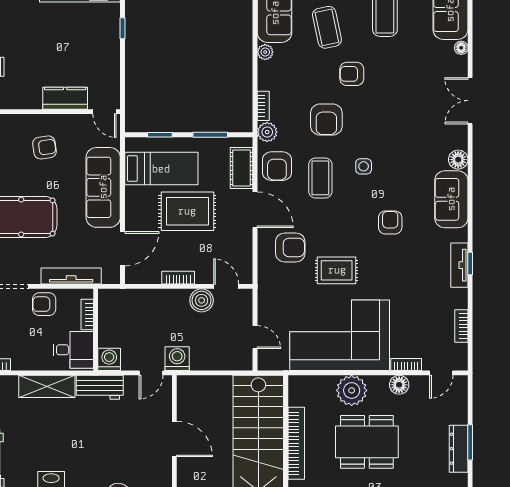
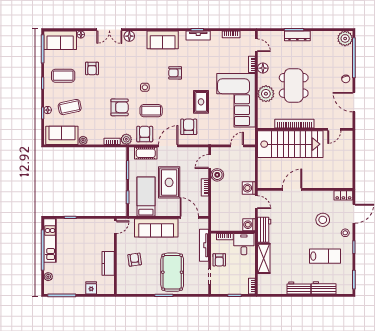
armchair: (352, 74) -> (92, 68), moved
kitchen counter: (65, 98) -> (108, 263), moved
floor lamp: (458, 160) -> (129, 36), moved
armchair: (277, 166) -> (145, 134), turned -90

